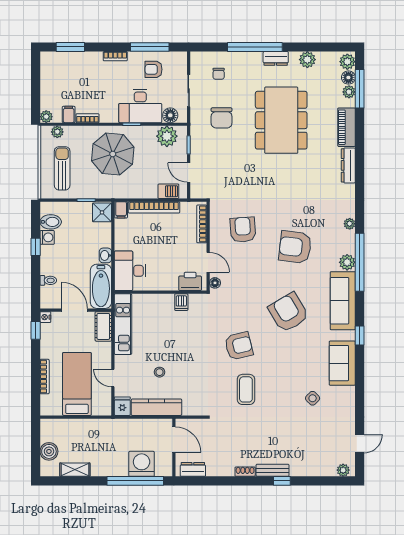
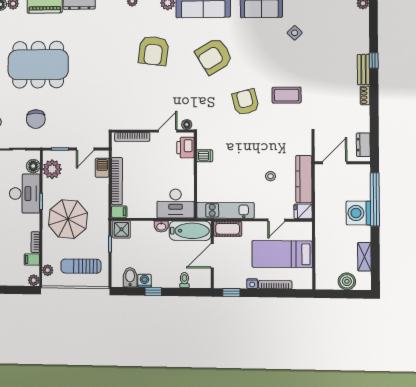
chair: (222, 118) -> (36, 119), turned 90
armchair: (243, 230) -> (138, 99), removed
nightstand: (45, 317) -> (252, 284), moved
washing machine: (142, 464) -> (358, 213), moved

